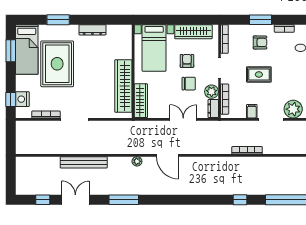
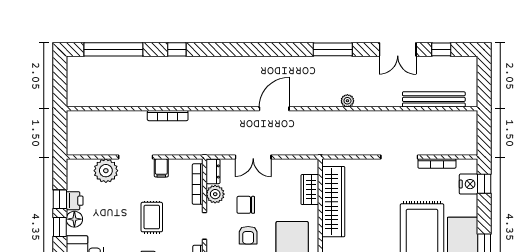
rug: (259, 74) -> (152, 217), turned 90
wardrobe: (141, 101) -> (310, 190), width x0.67
door: (168, 155) -> (274, 109), hinge flipped
plant: (137, 161) -> (347, 101), moved
bench: (84, 162) -> (434, 99), moved

